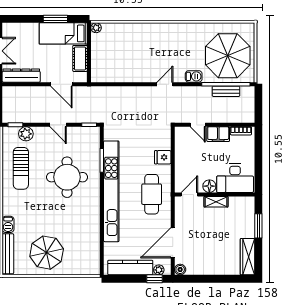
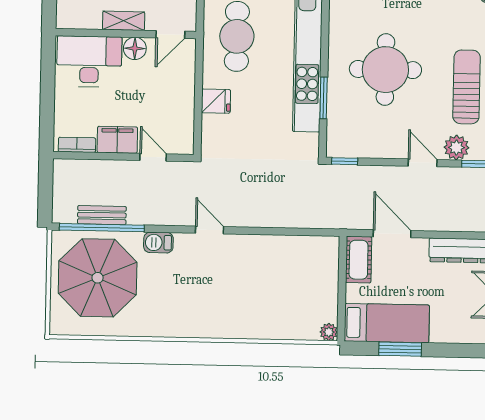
cot: (80, 58) -> (359, 260), moved
door: (165, 84) -> (209, 230), swing flipped
door: (58, 125) -> (423, 163), moved

